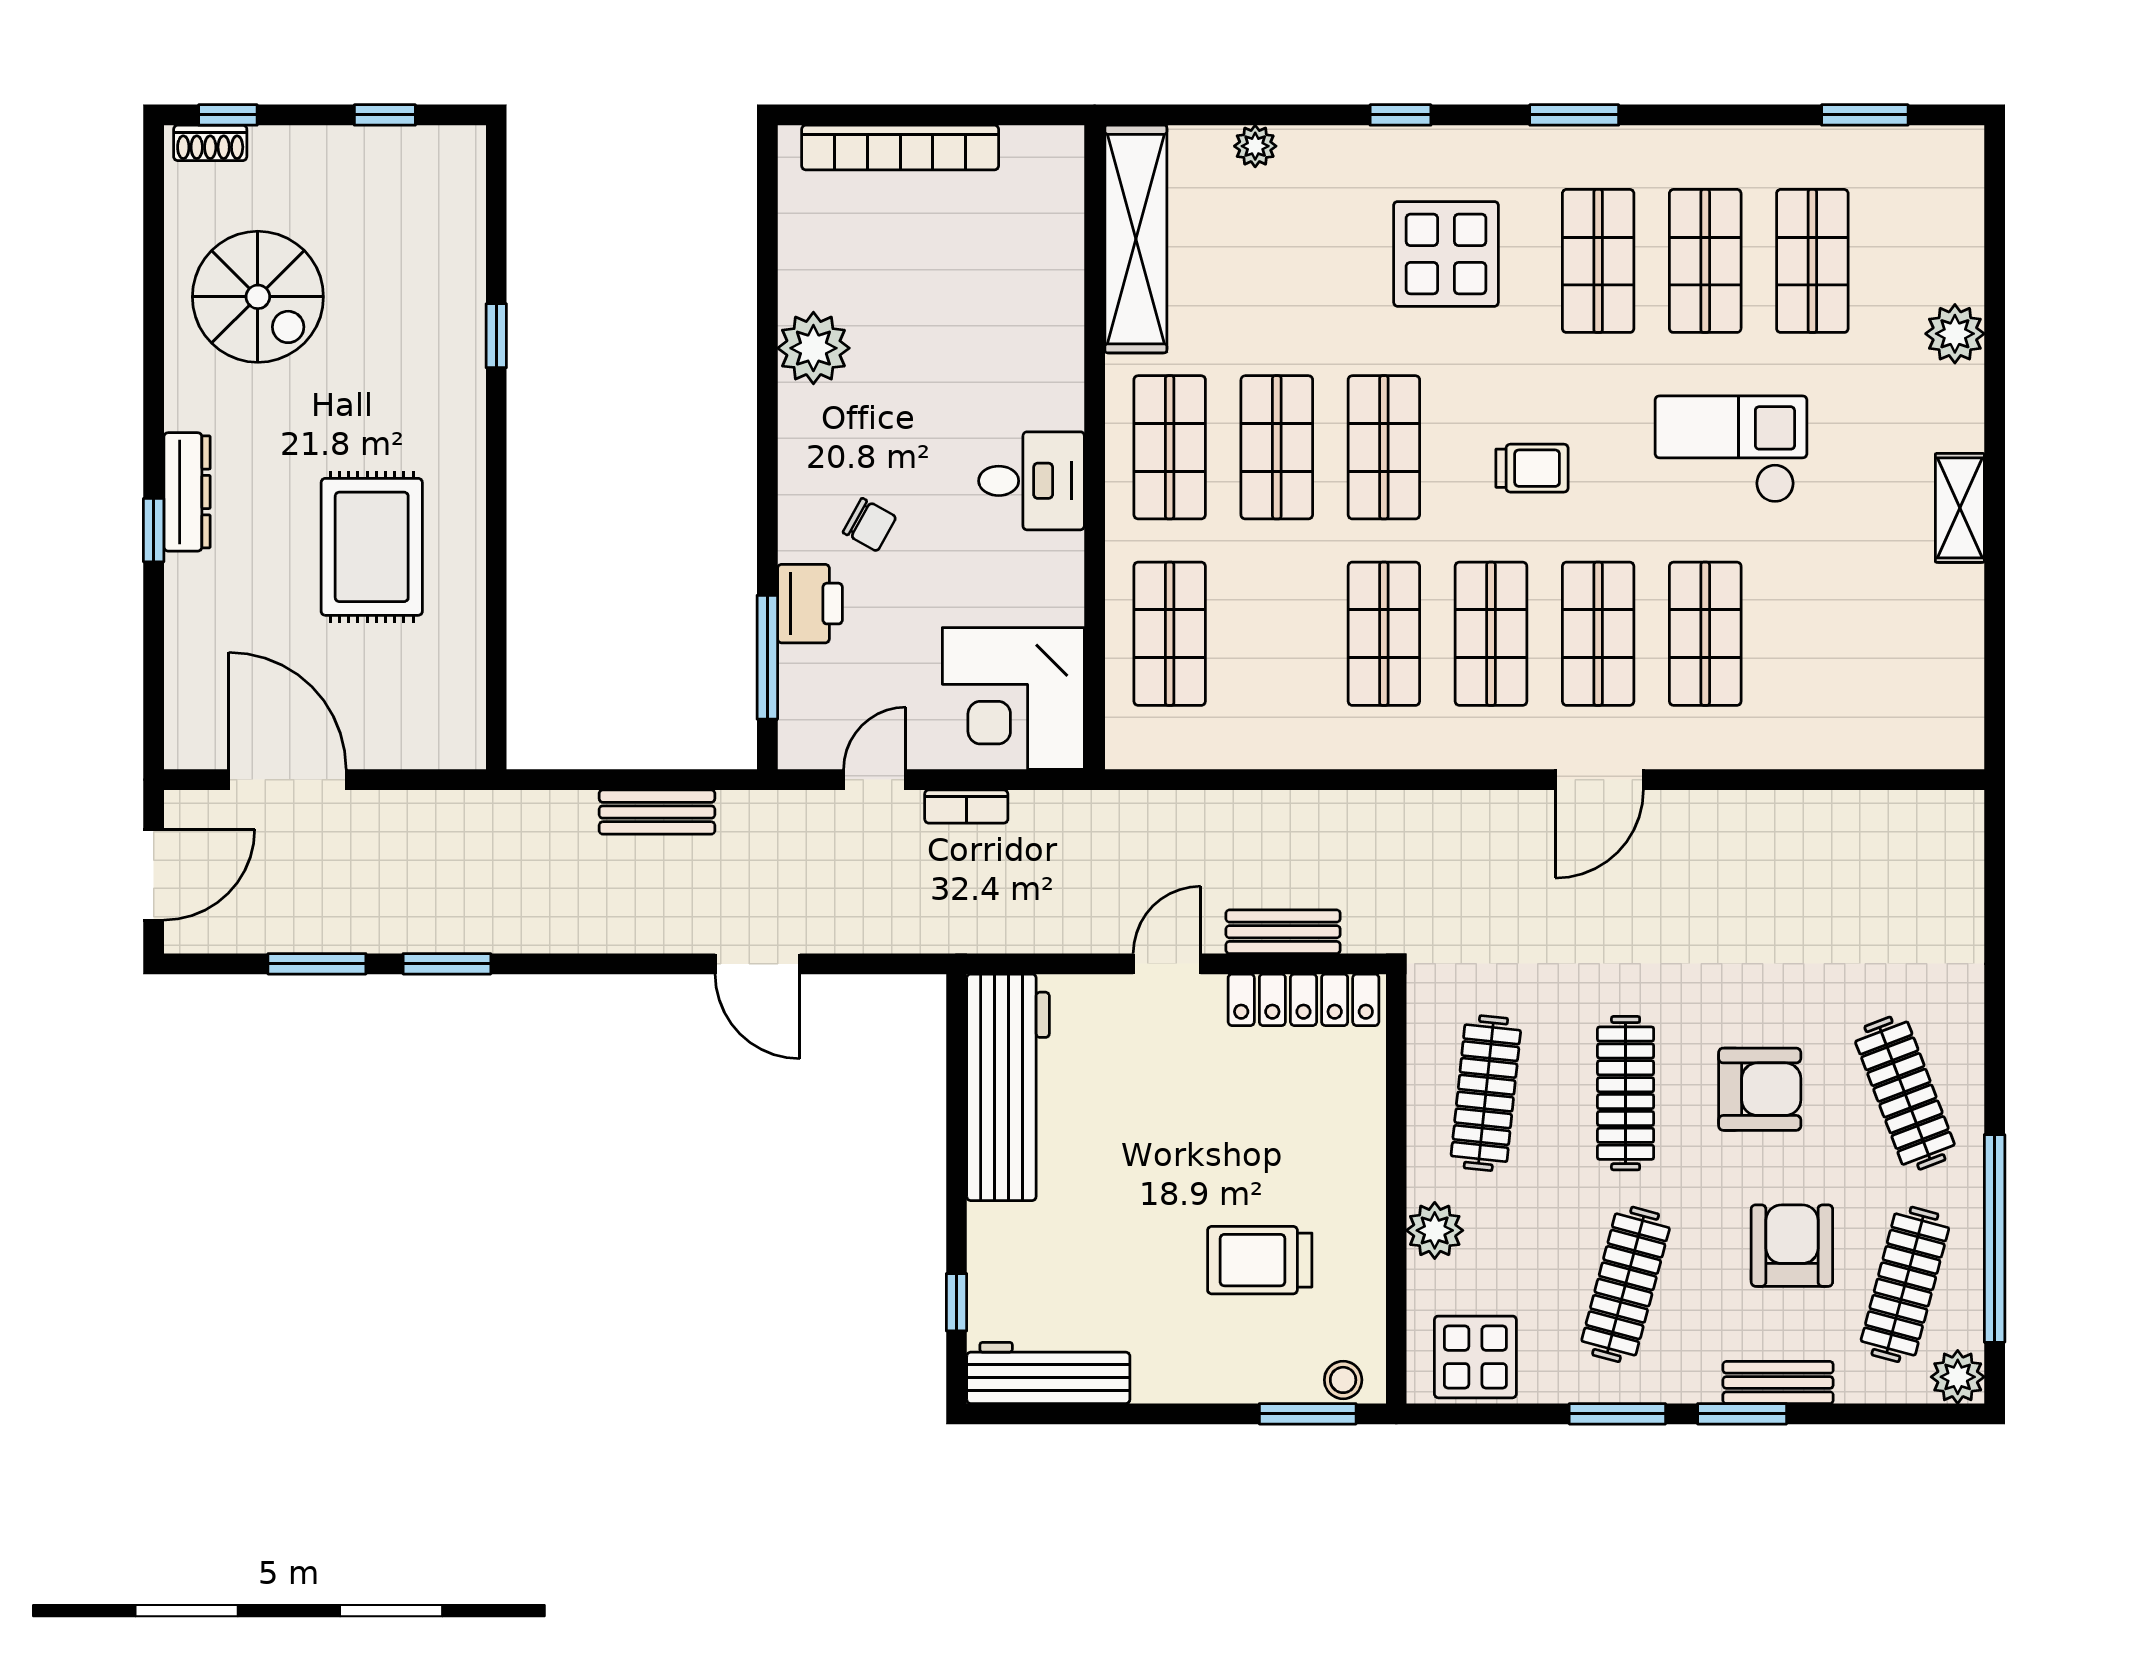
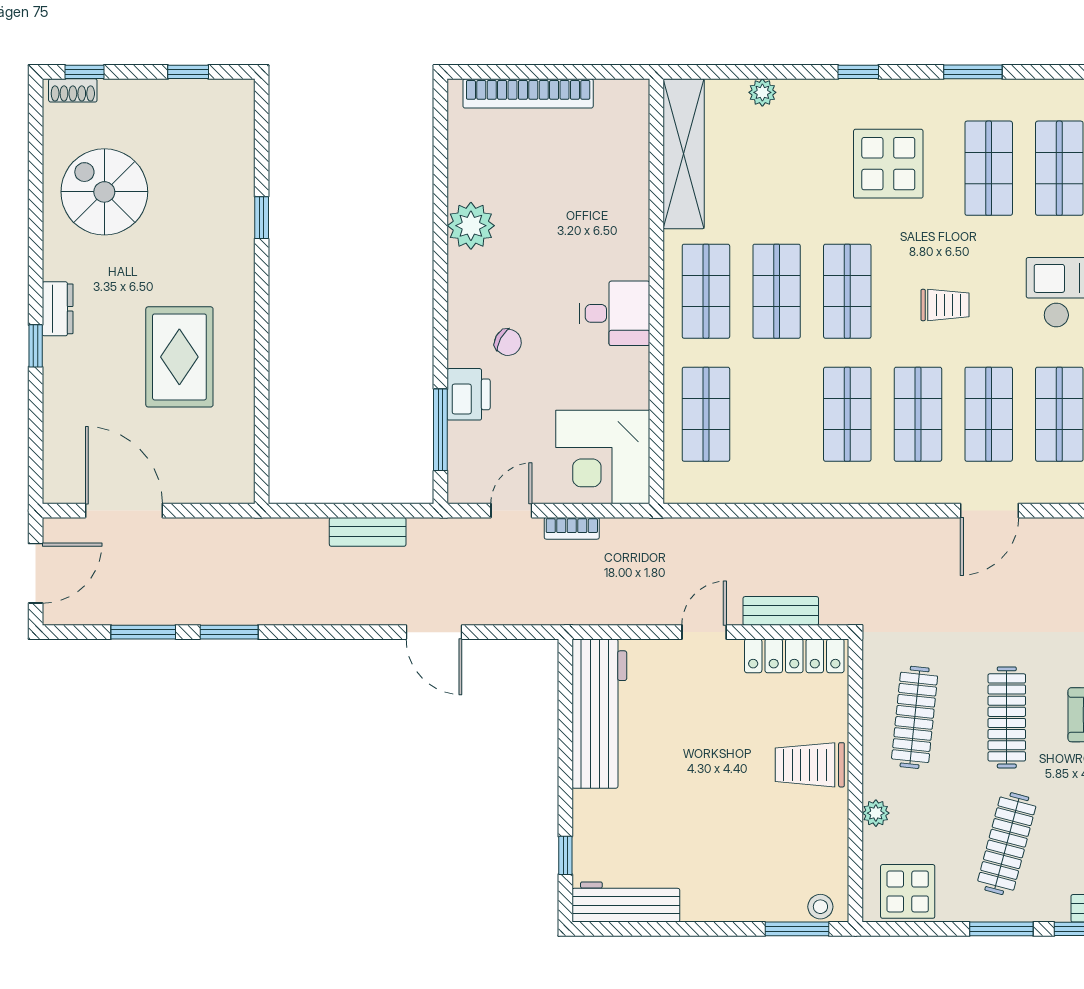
spiral stairs: (258, 297) -> (104, 192), turned 180
dresser: (187, 492) -> (58, 309), width x0.70
plant: (1435, 1230) -> (876, 813), width x0.73, depth x0.73
trolley: (1260, 1260) -> (810, 765), moved

